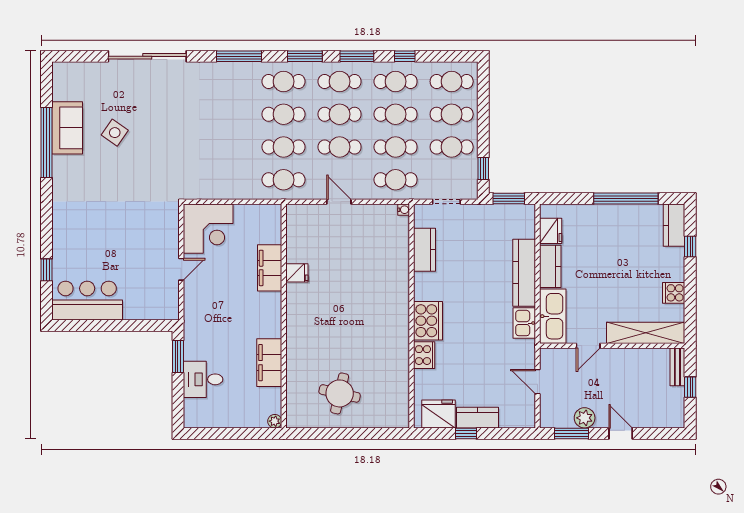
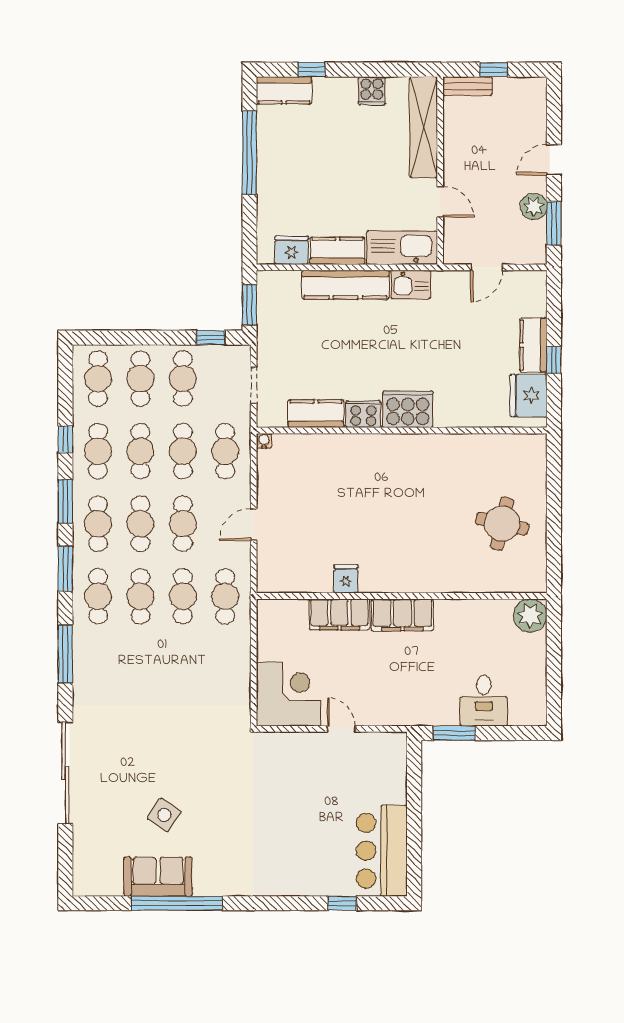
cooker: (424, 355) -> (363, 414), moved
filing cabinet: (269, 363) -> (402, 615), moved
plant: (275, 421) -> (530, 616), width x1.88, depth x1.88

